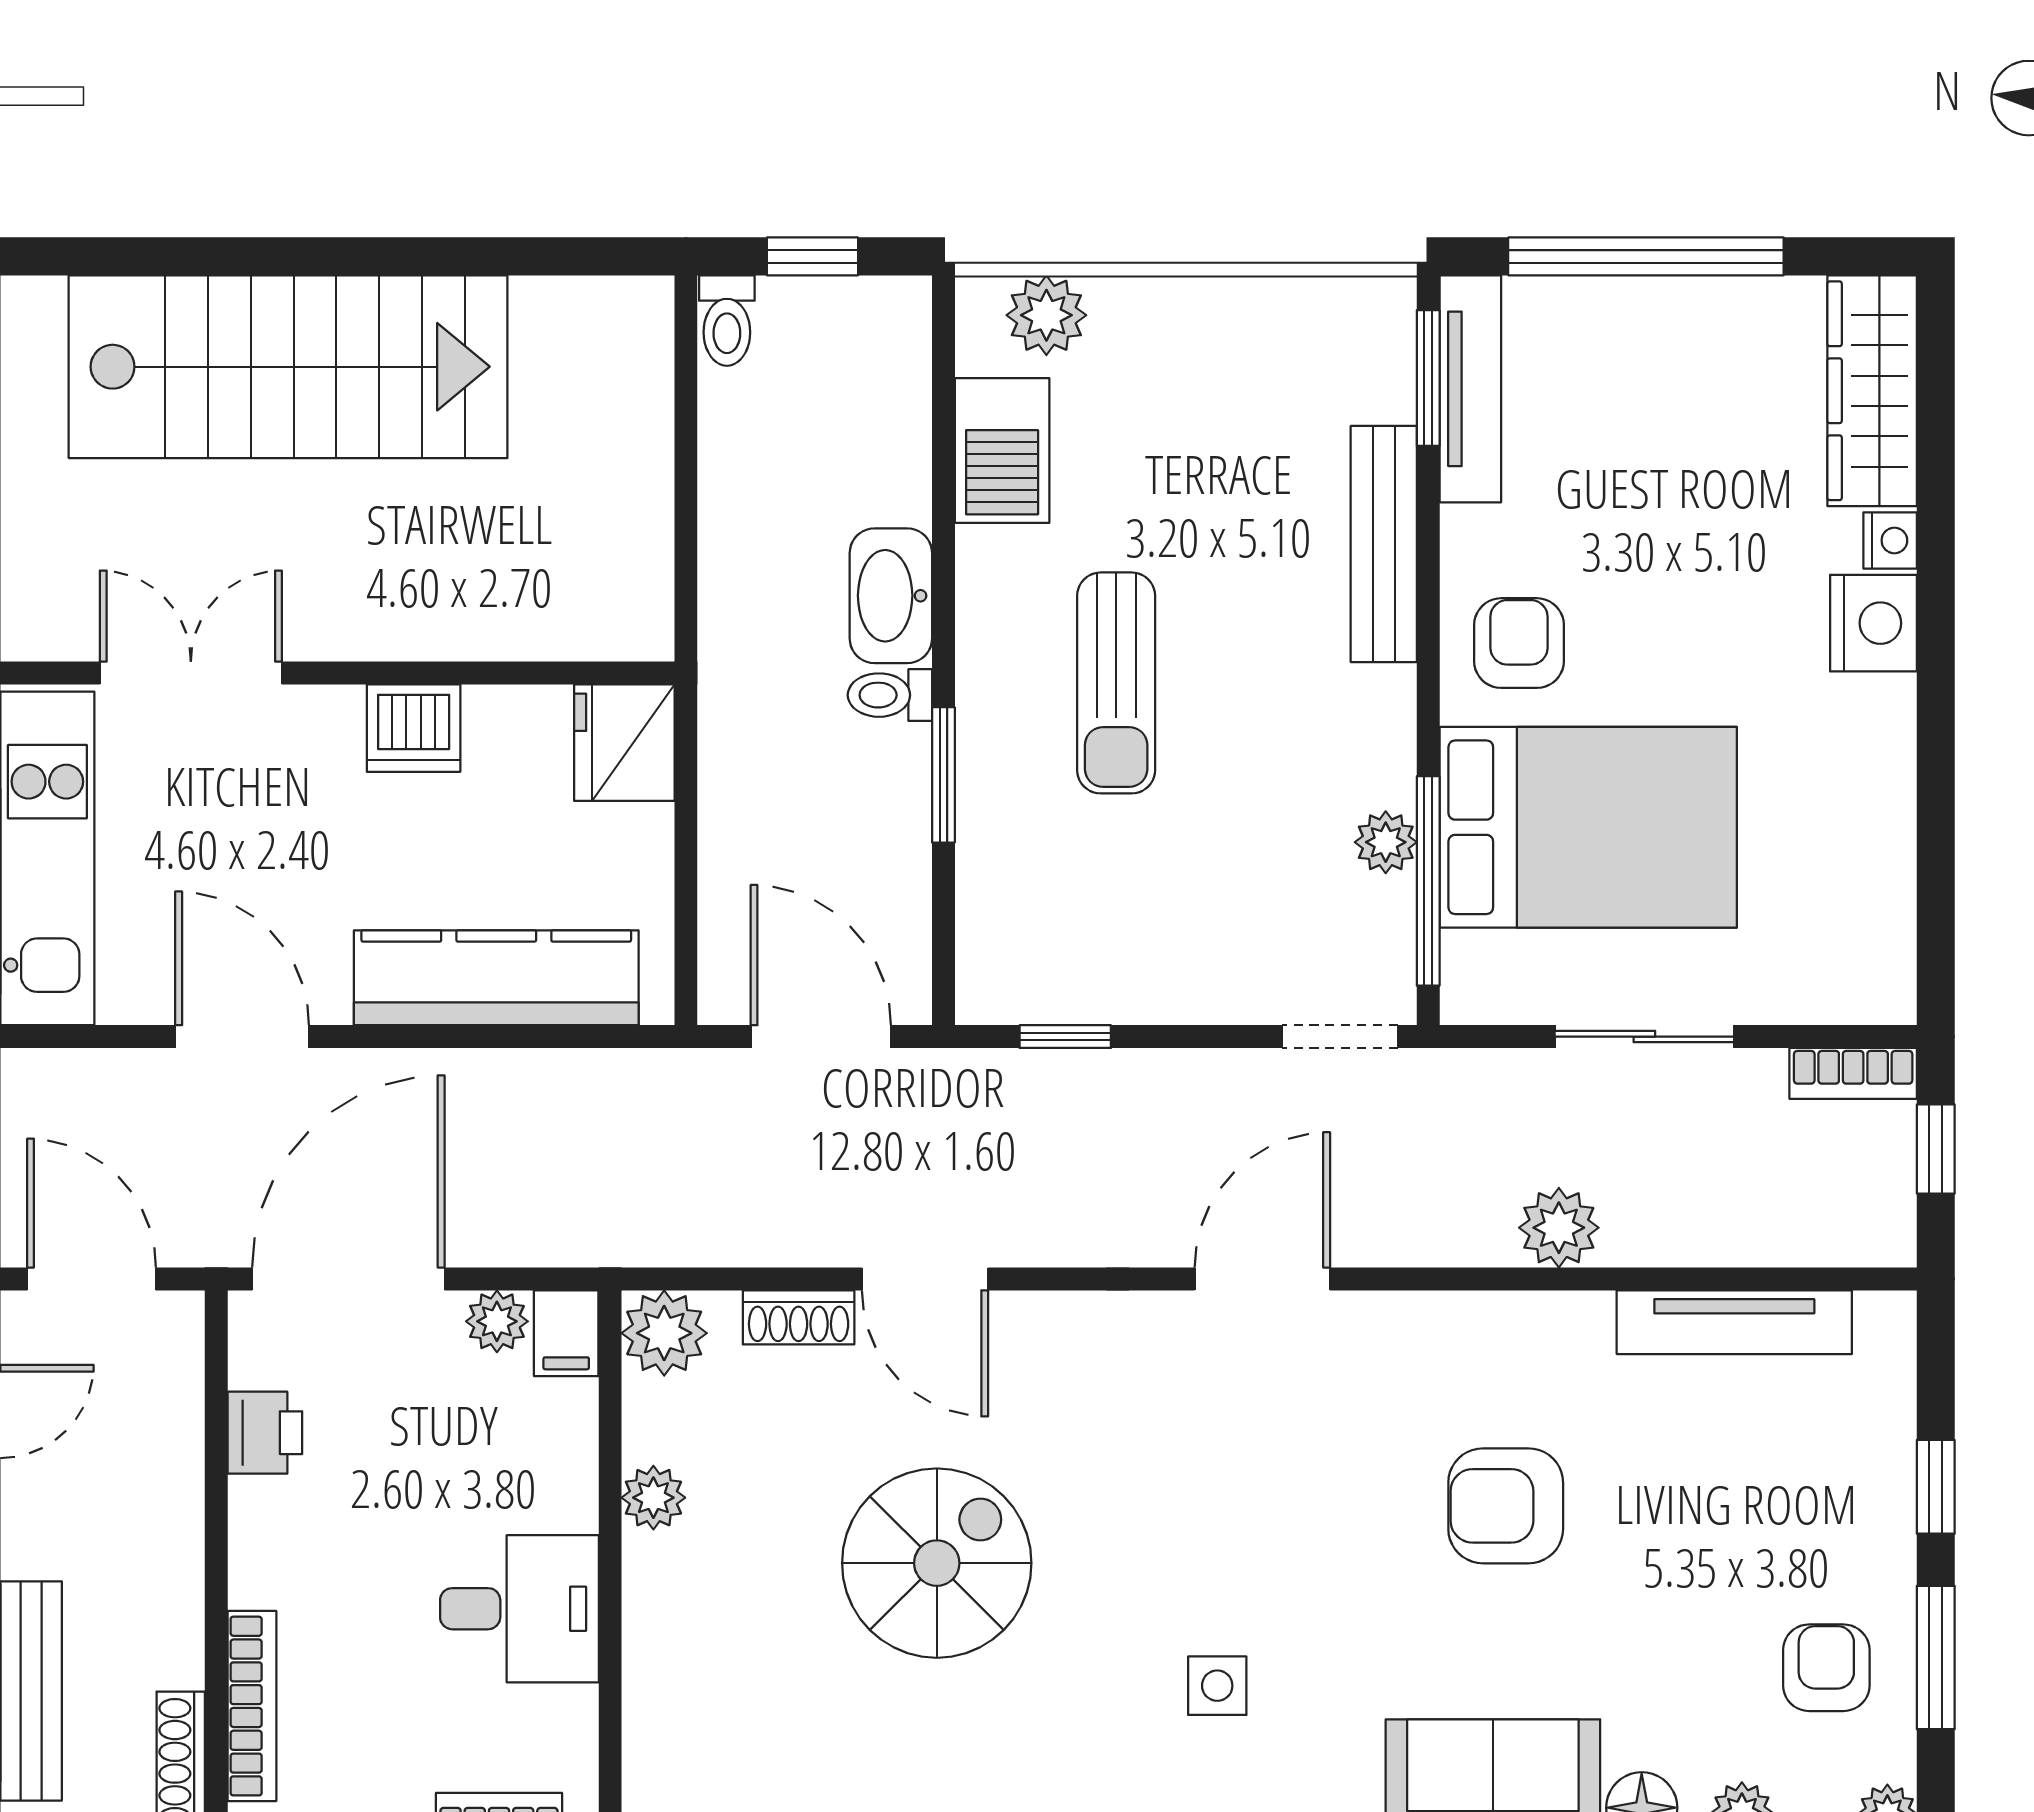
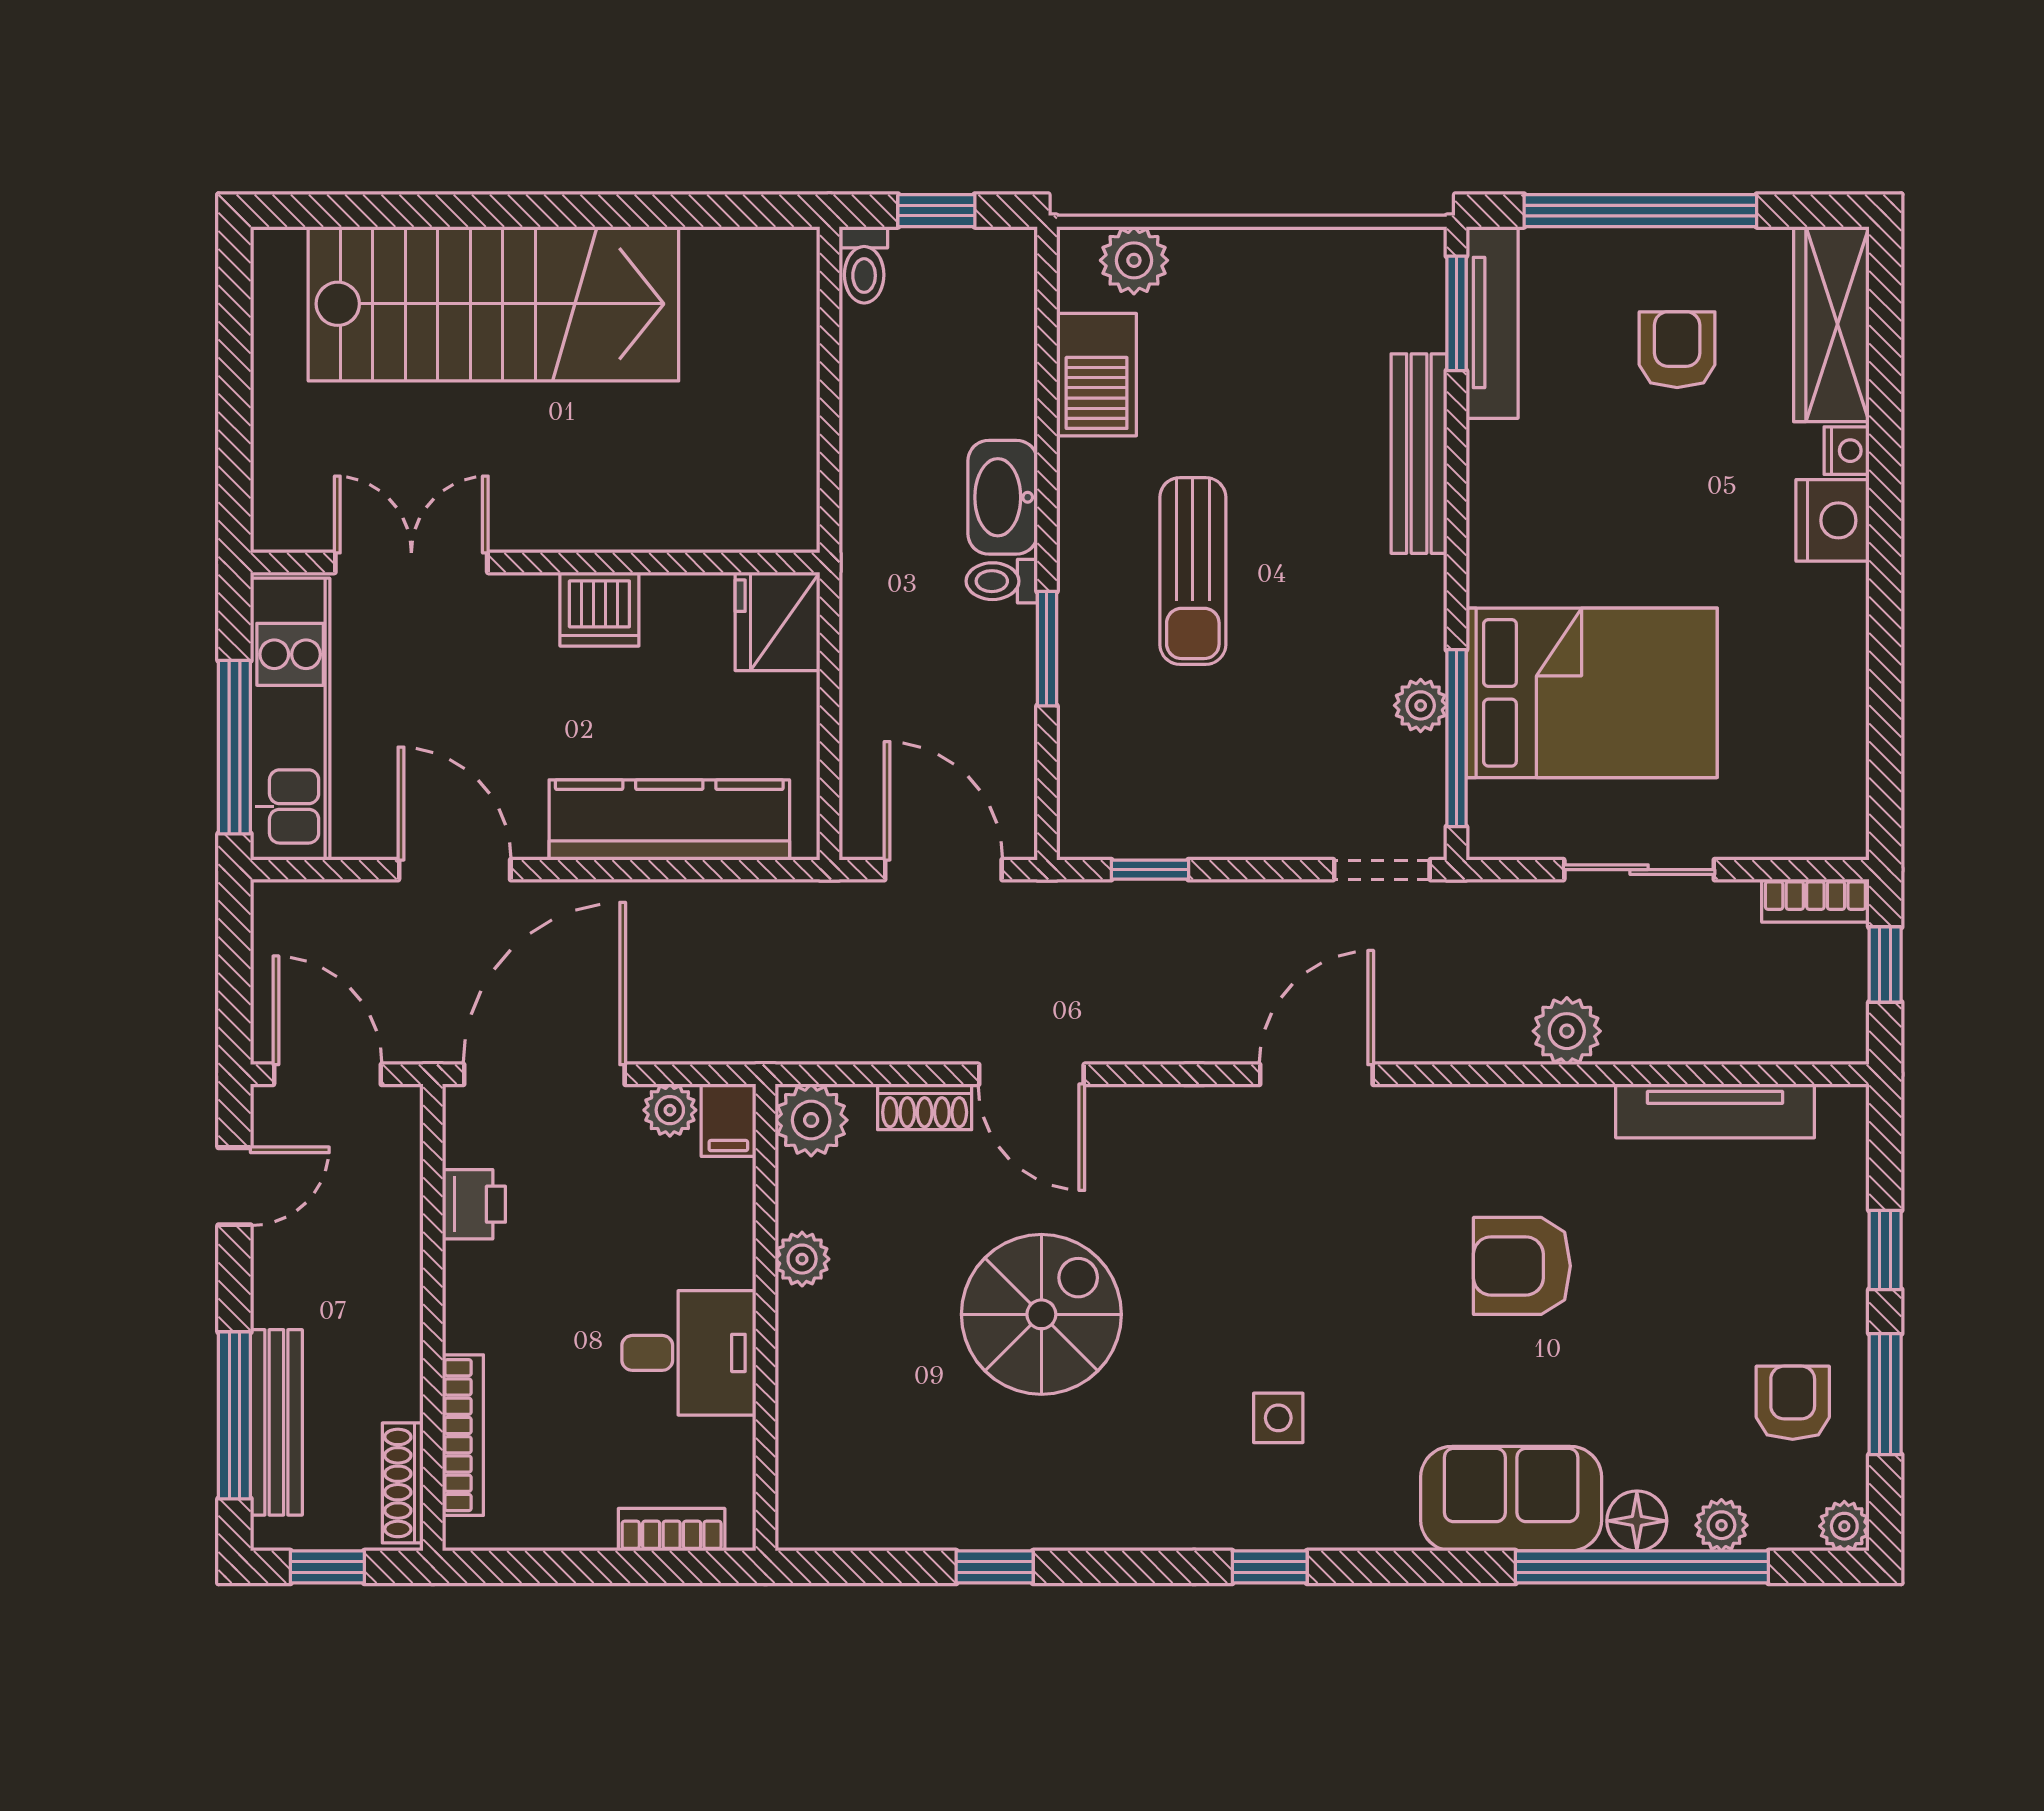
armchair: (1519, 643) -> (1677, 350), moved

